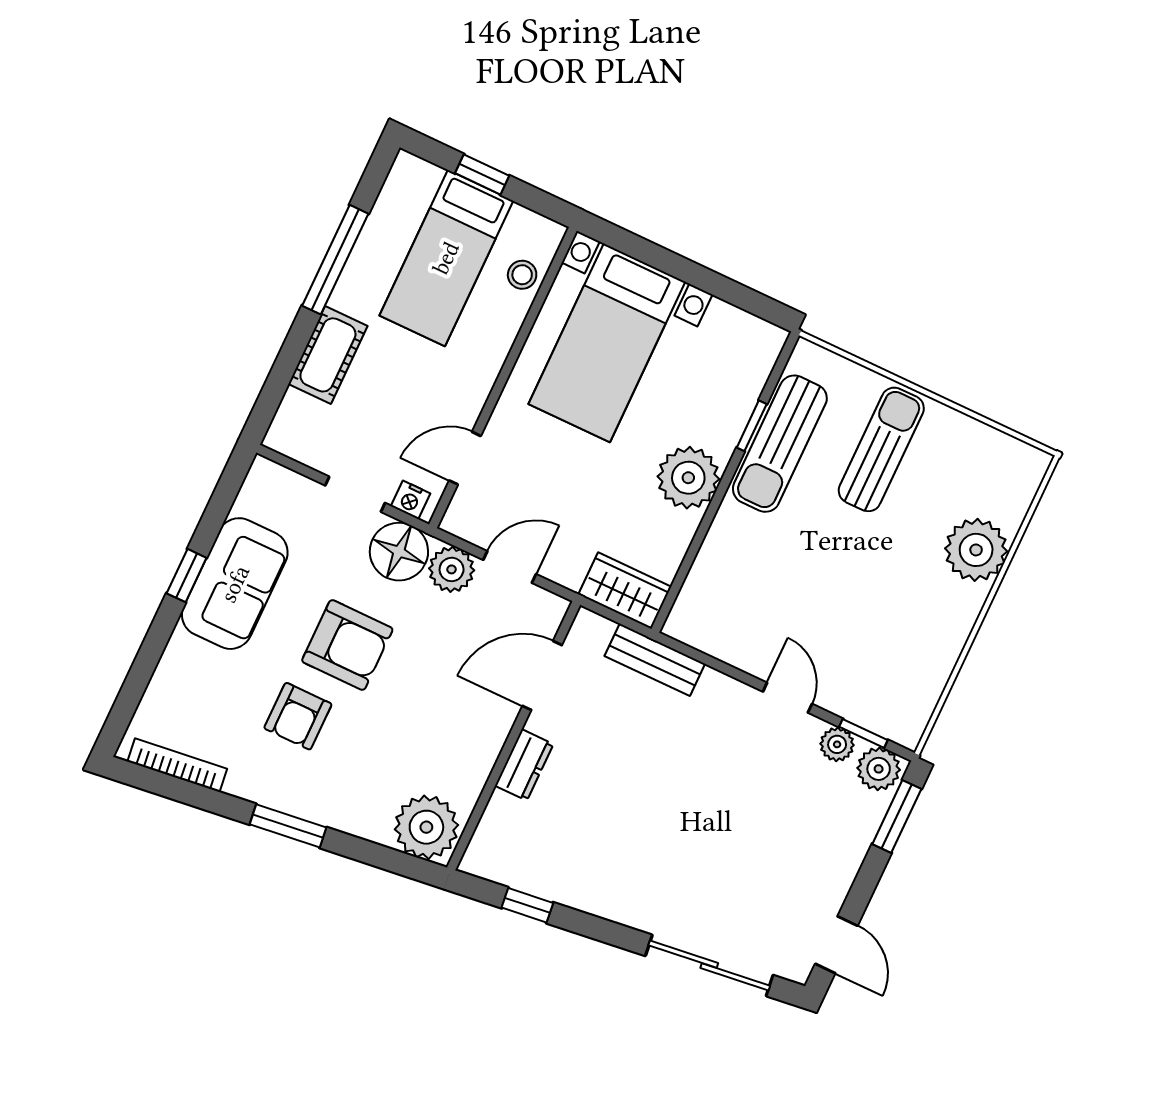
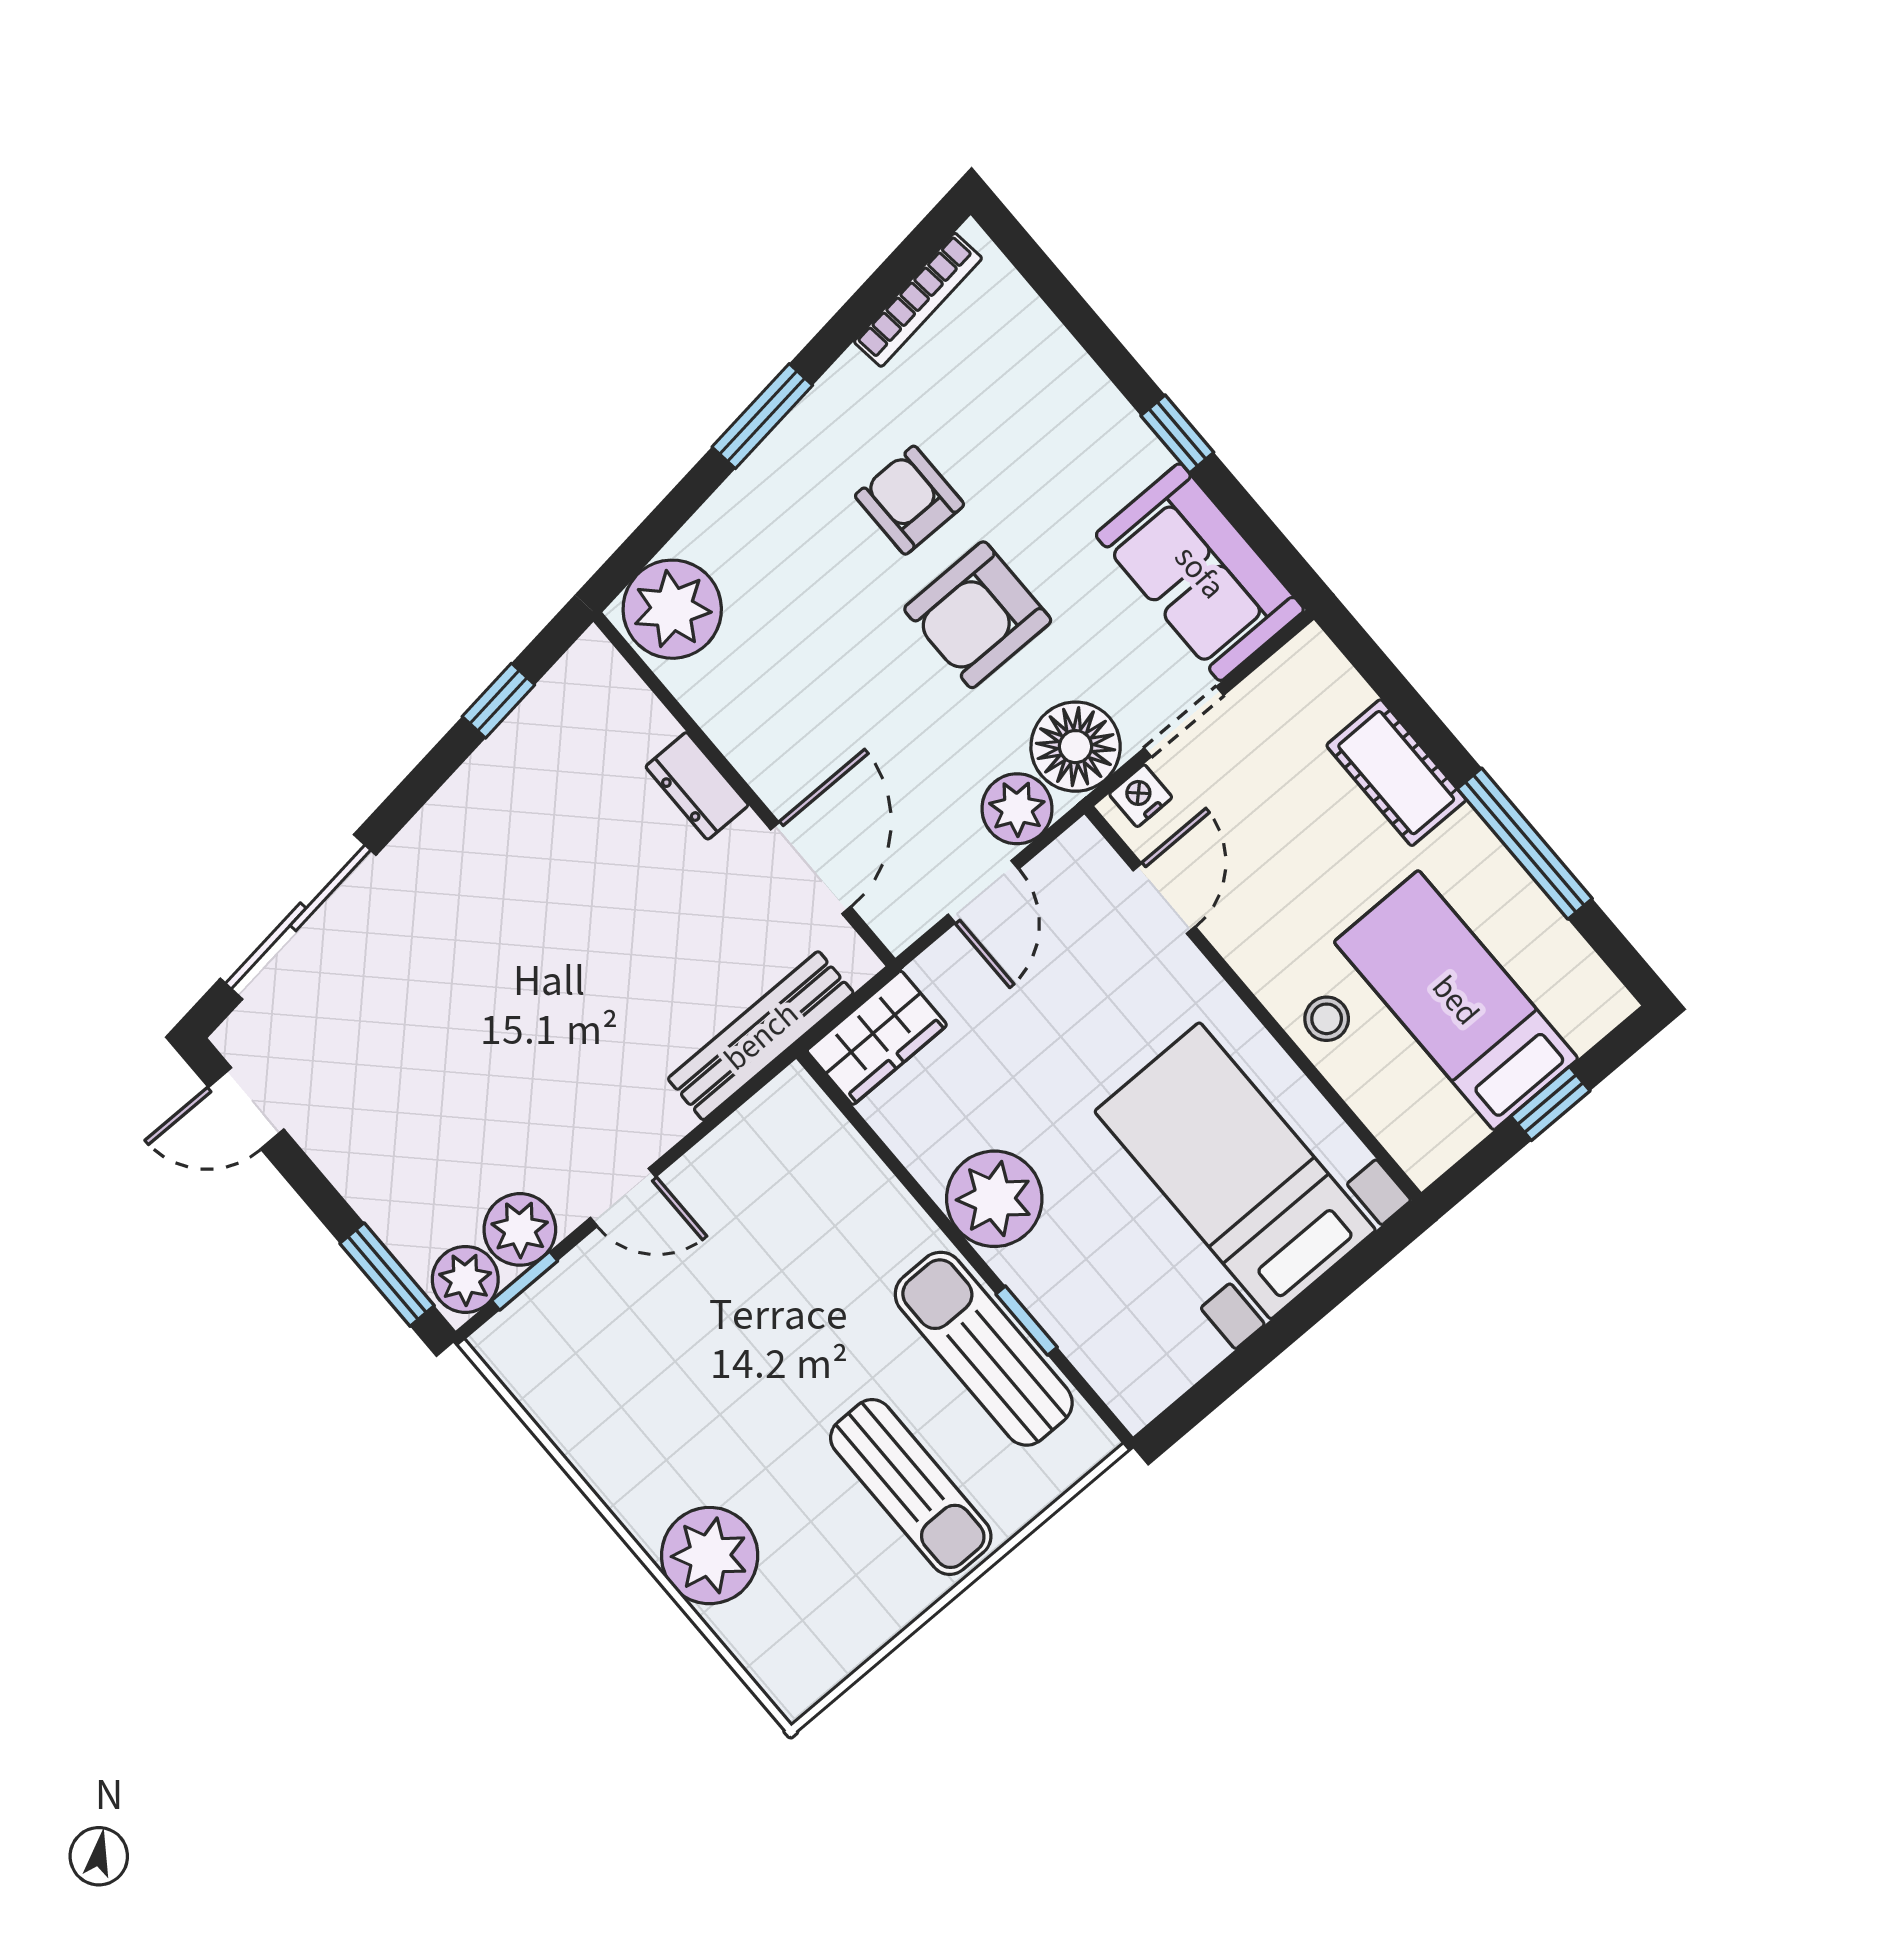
stool: (522, 275) -> (1327, 1019), moved
sofa: (235, 584) -> (1200, 572), moved
bench: (655, 660) -> (761, 1036), width x1.36
plant: (837, 744) -> (520, 1229), width x1.38, depth x1.38

